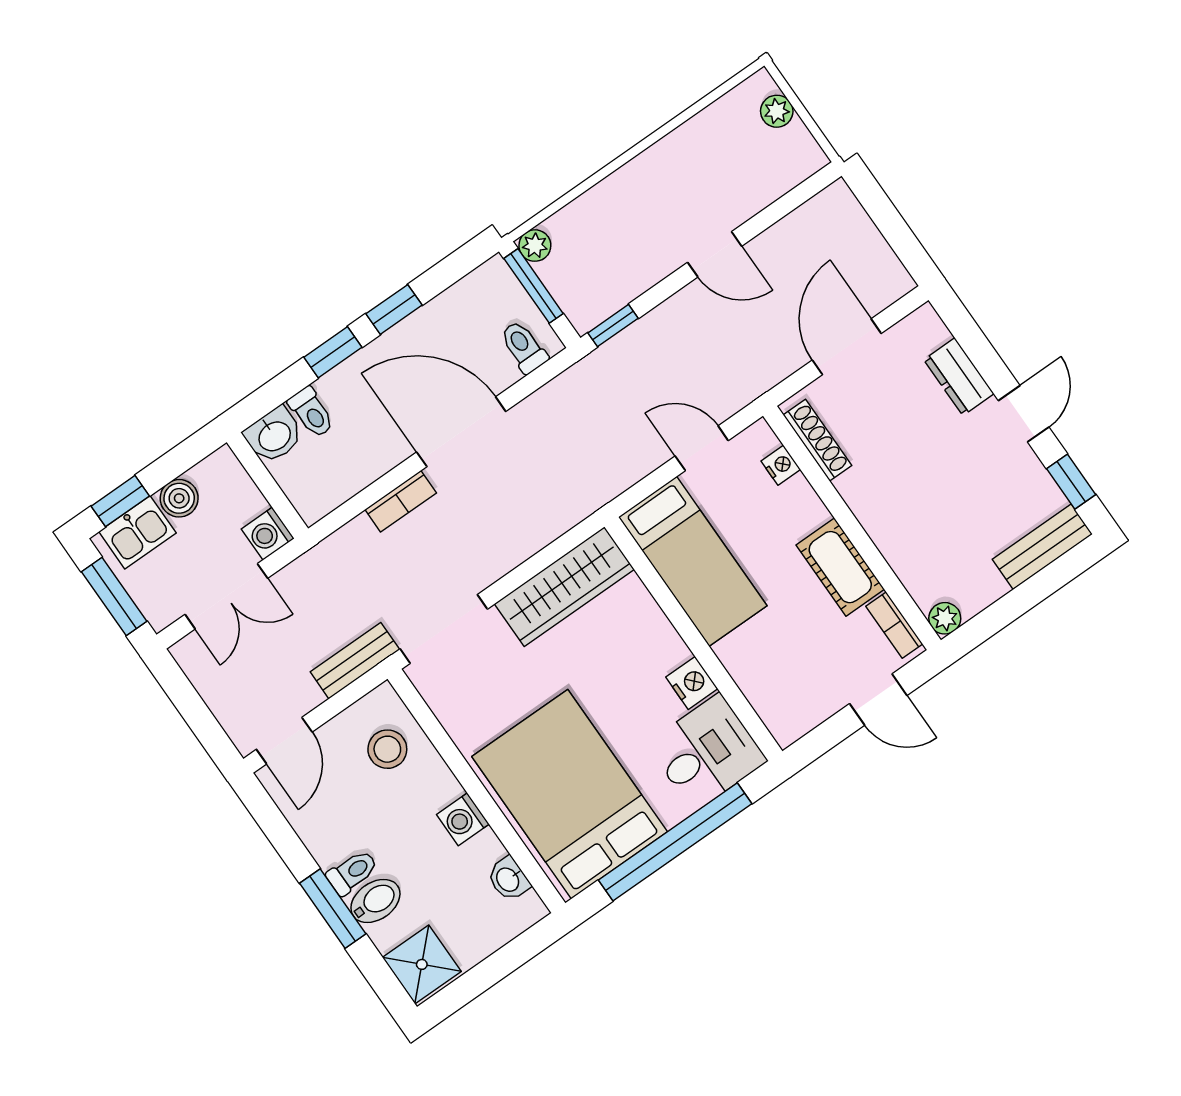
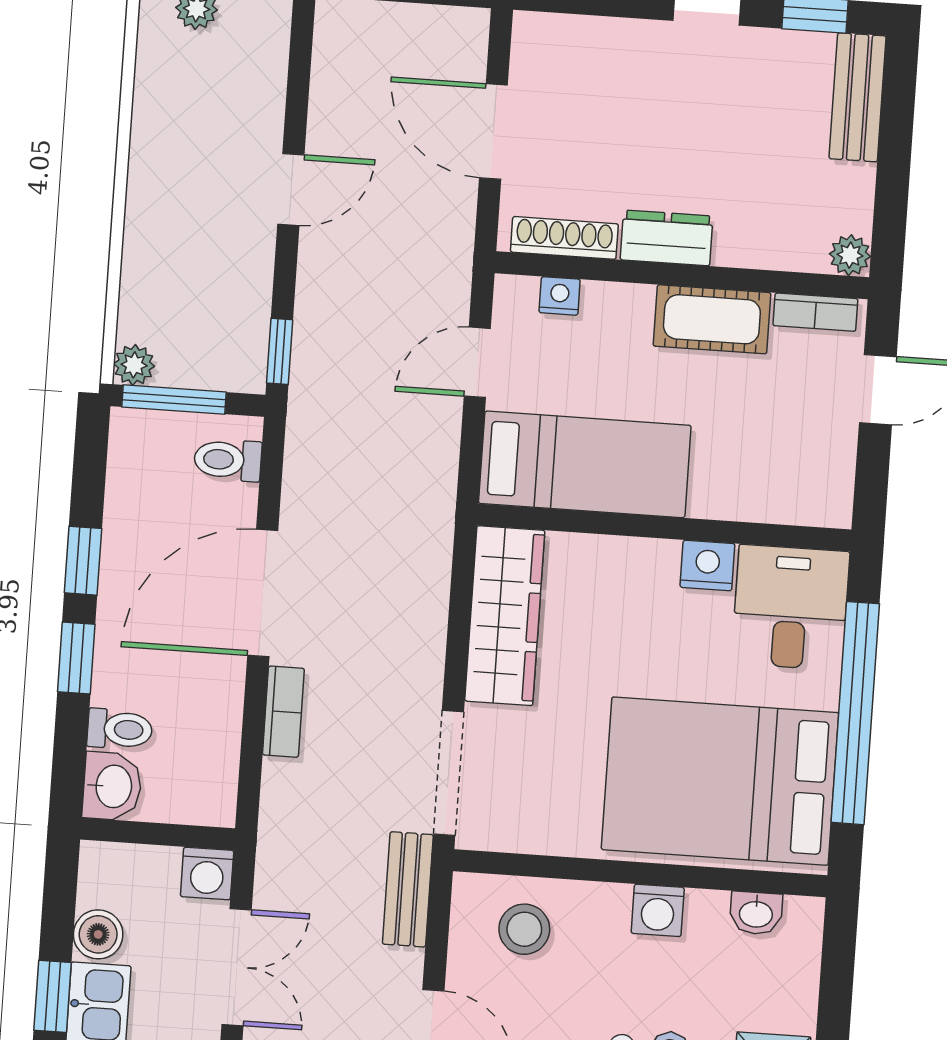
dresser: (959, 377) -> (667, 238), moved, turned 180

